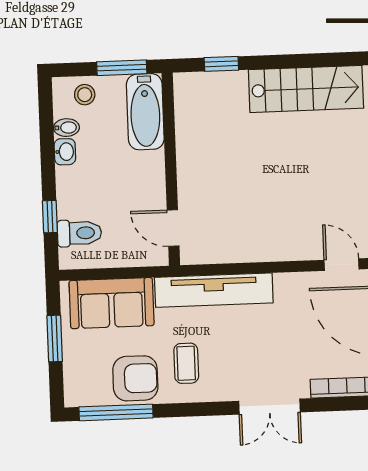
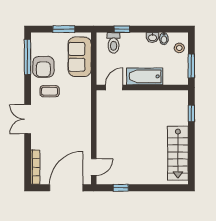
bathtub: (145, 112) -> (145, 76), moved
tv unit: (214, 290) -> (84, 106), removed
double door: (270, 407) -> (28, 119), moved

